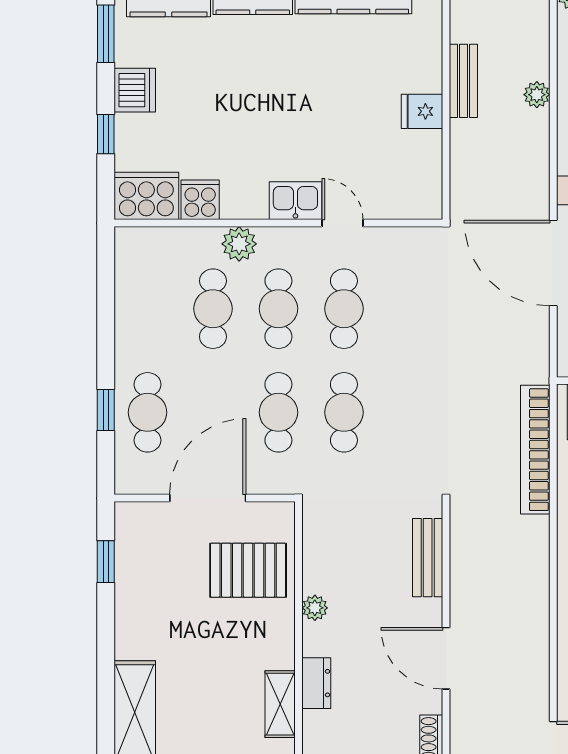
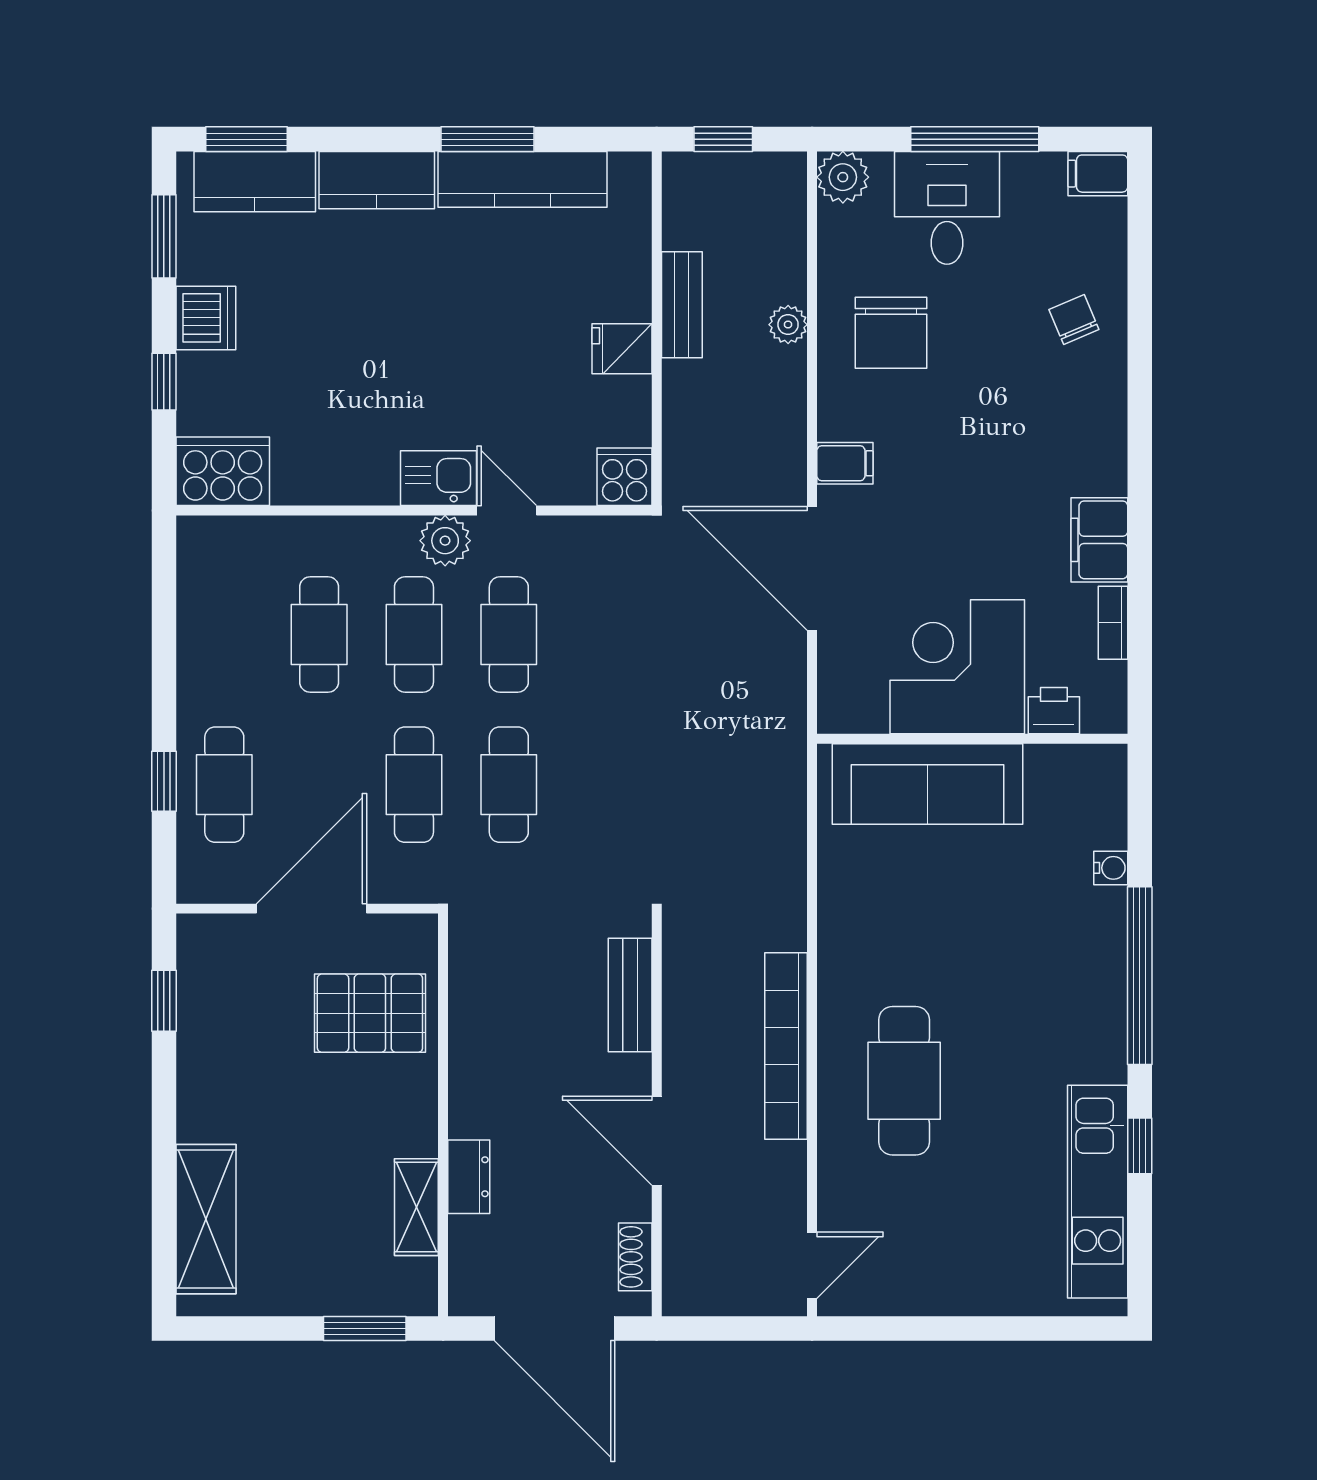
cooker: (200, 200) -> (624, 477), moved
plant: (239, 244) -> (445, 541), moved
bookcase: (535, 450) -> (786, 1046), moved
plant: (315, 608) -> (467, 1068), removed

